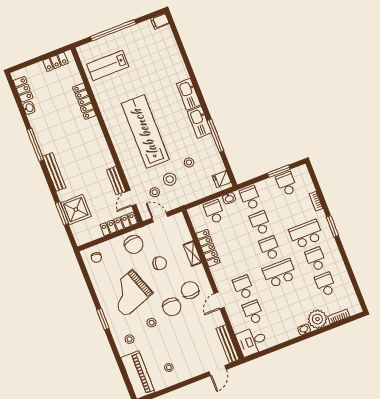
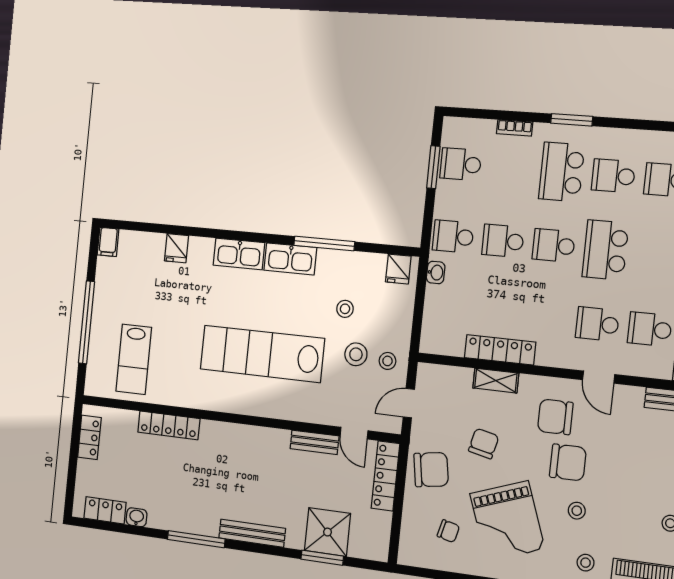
fridge: (175, 60) -> (176, 248), added
stool: (155, 192) -> (388, 361), moved
school desk: (214, 212) -> (446, 309), removed
chair: (96, 257) -> (448, 531), moved

